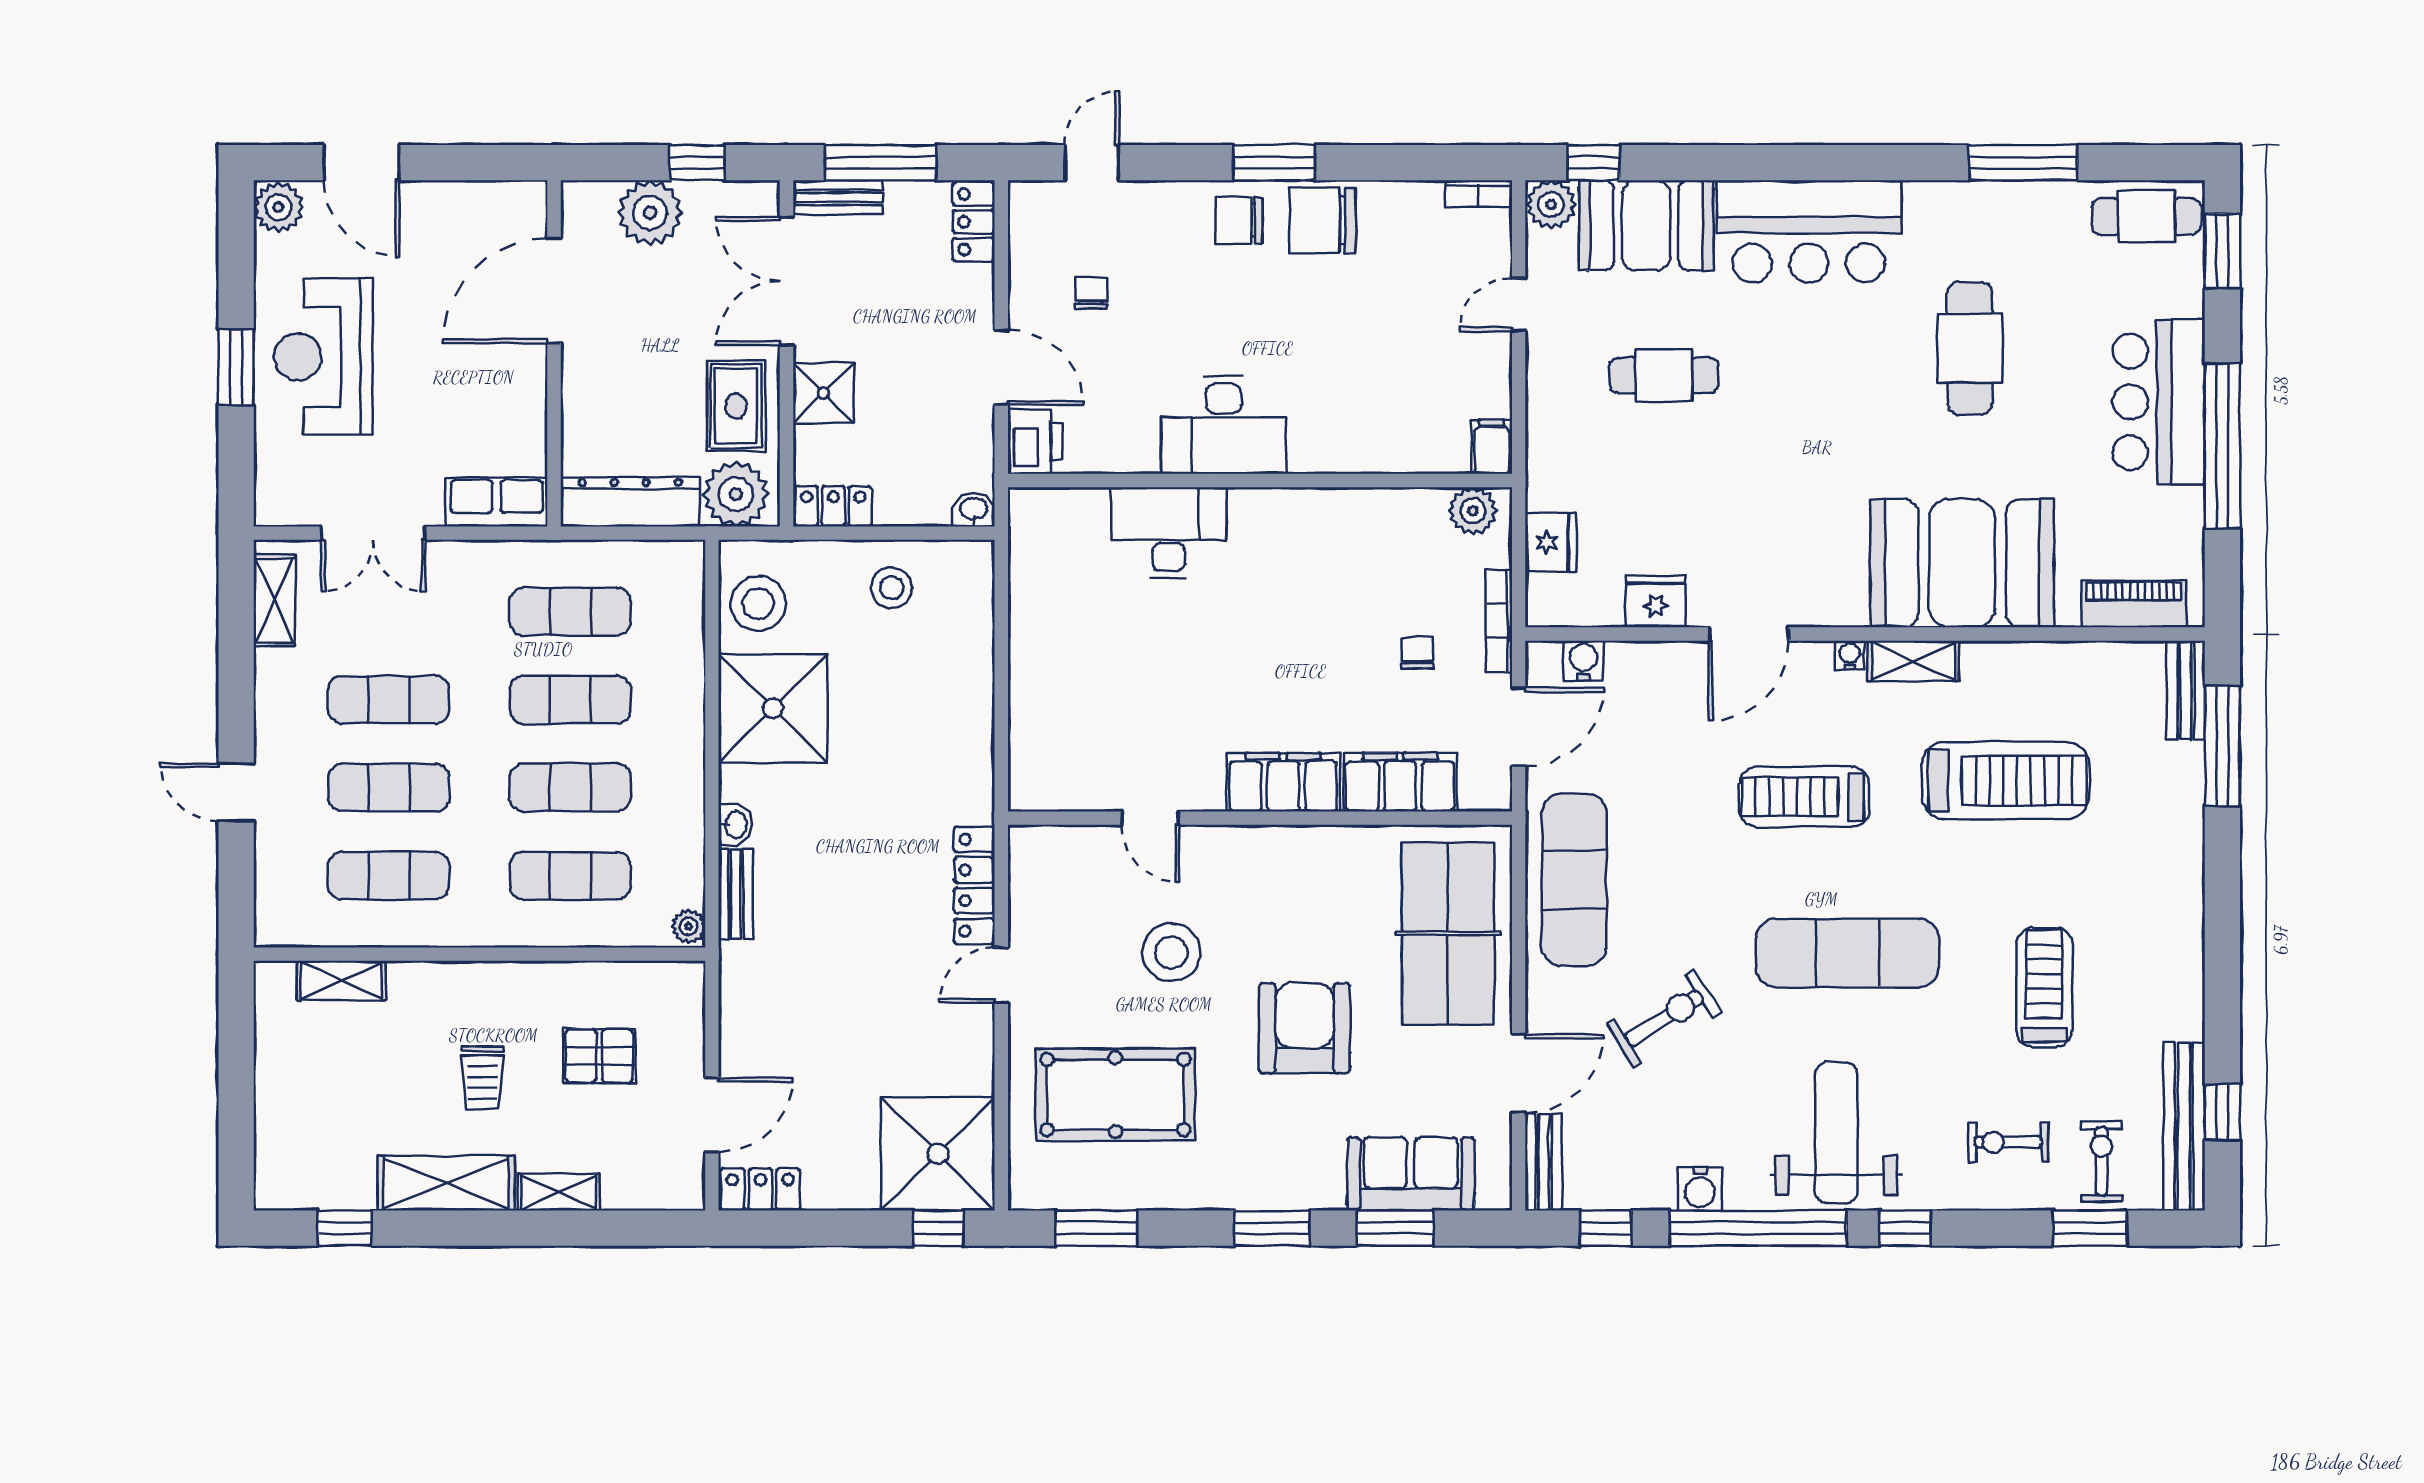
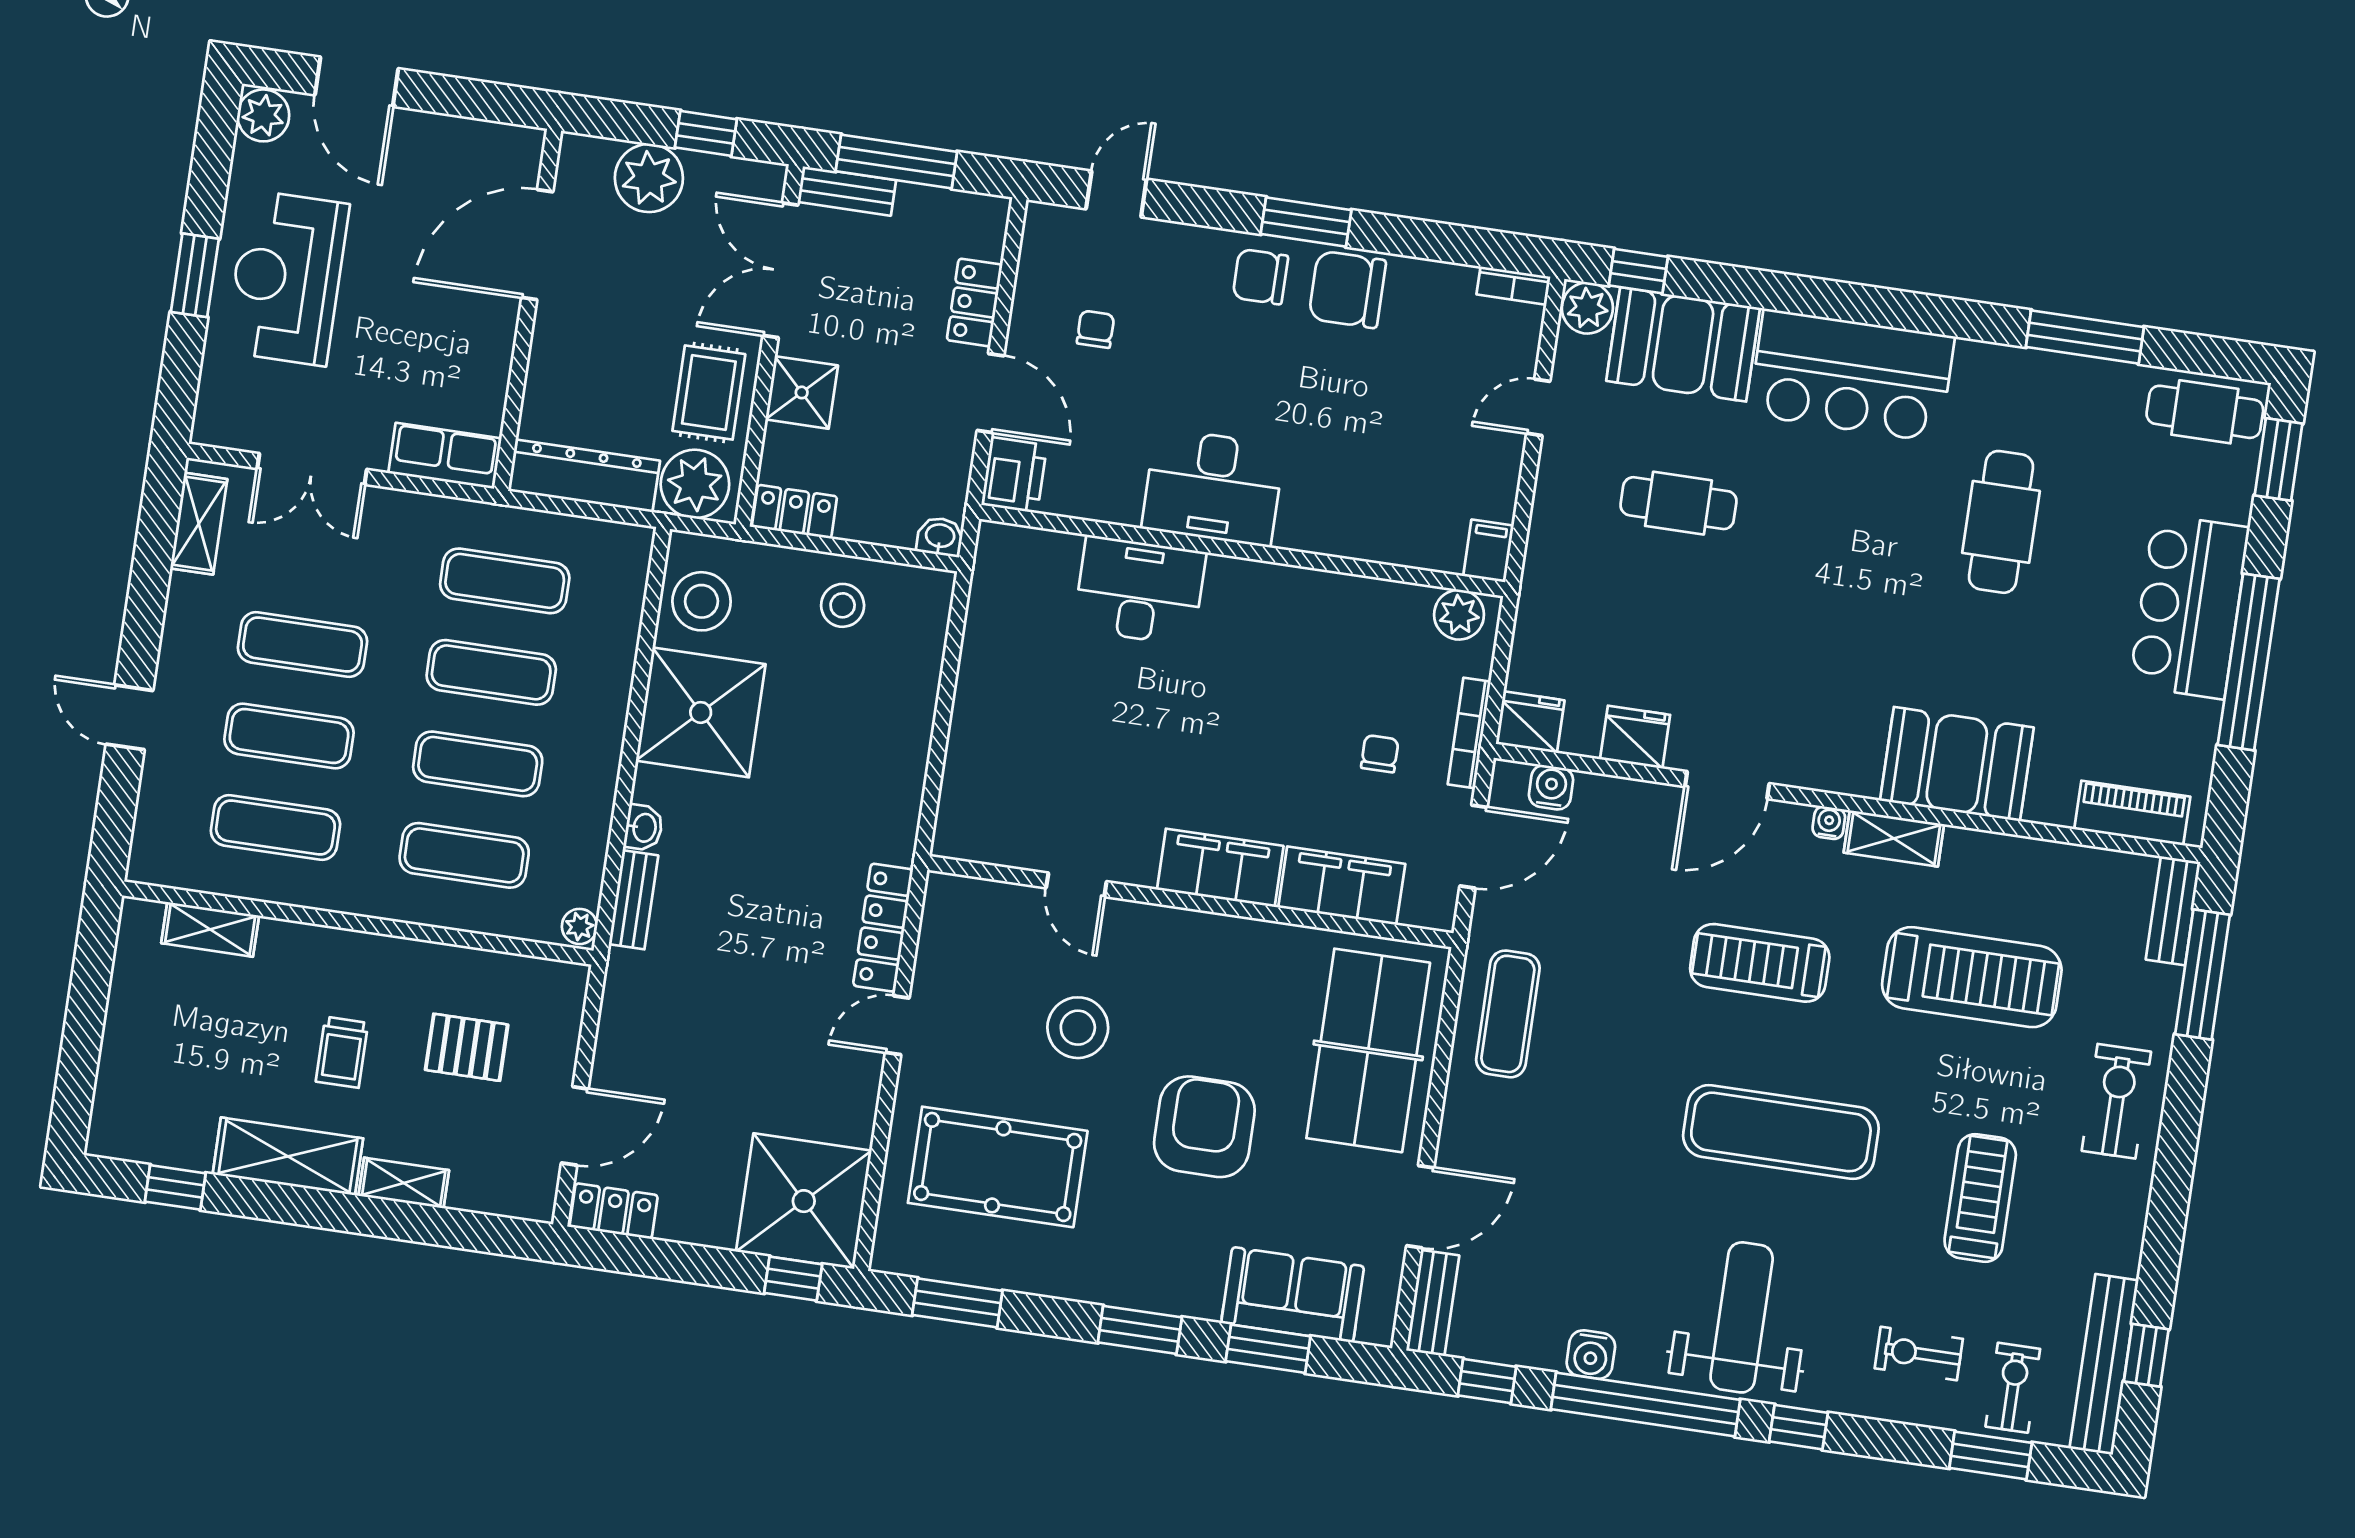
locker: (974, 222) -> (975, 302), moved
fridge: (1551, 542) -> (1530, 722), moved, turned -90
booth: (1962, 563) -> (1957, 764), width x0.73, depth x0.70
exercise mat: (1574, 880) -> (1508, 1014), width x0.73, depth x0.69
exercise bike: (1664, 1018) -> (2116, 1101), moved, turned -58

